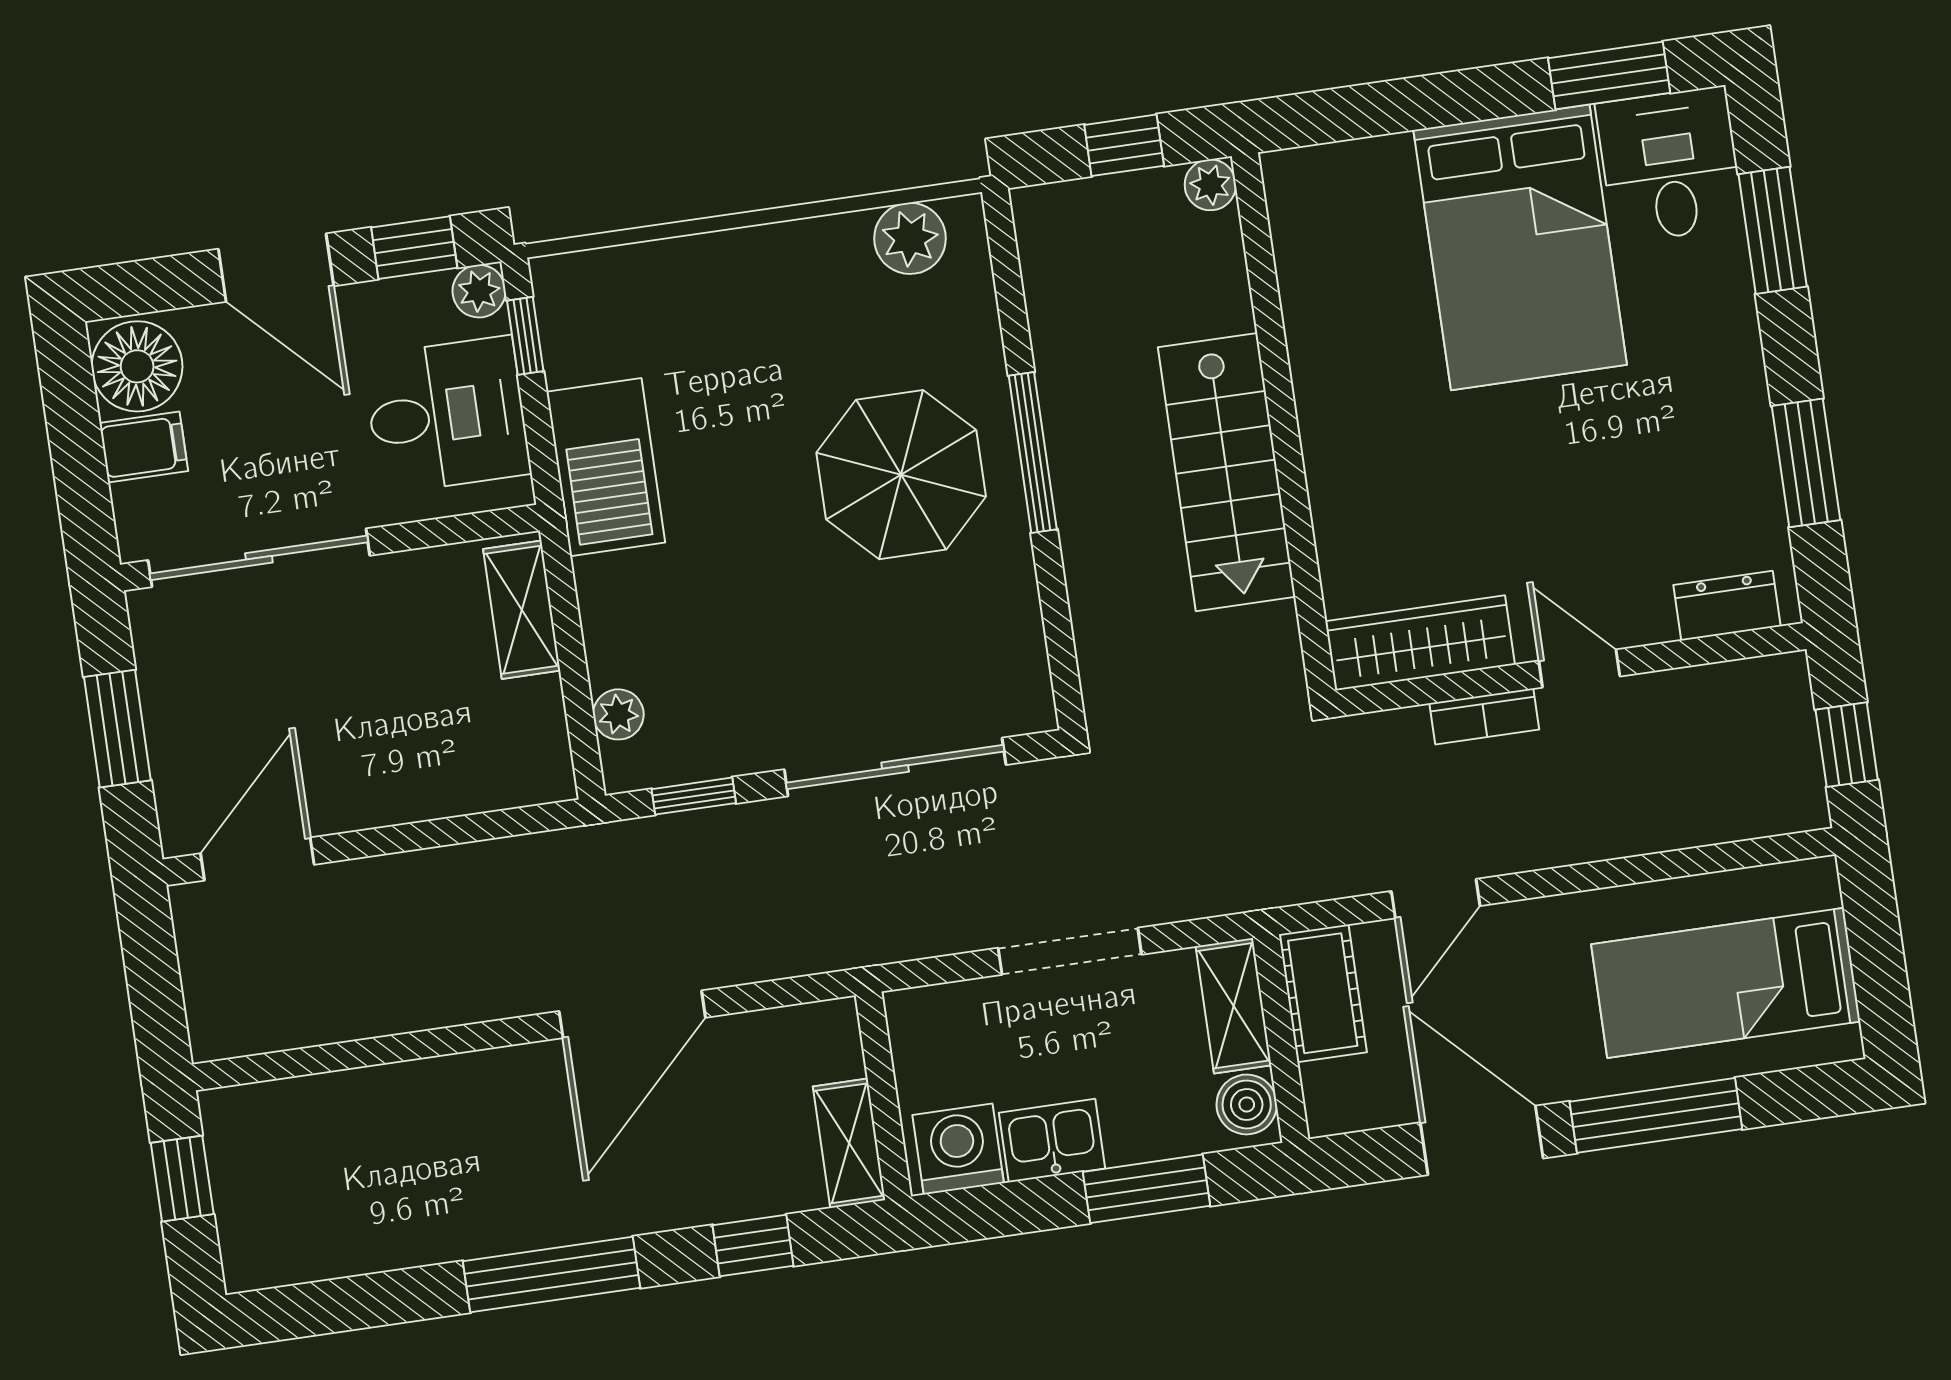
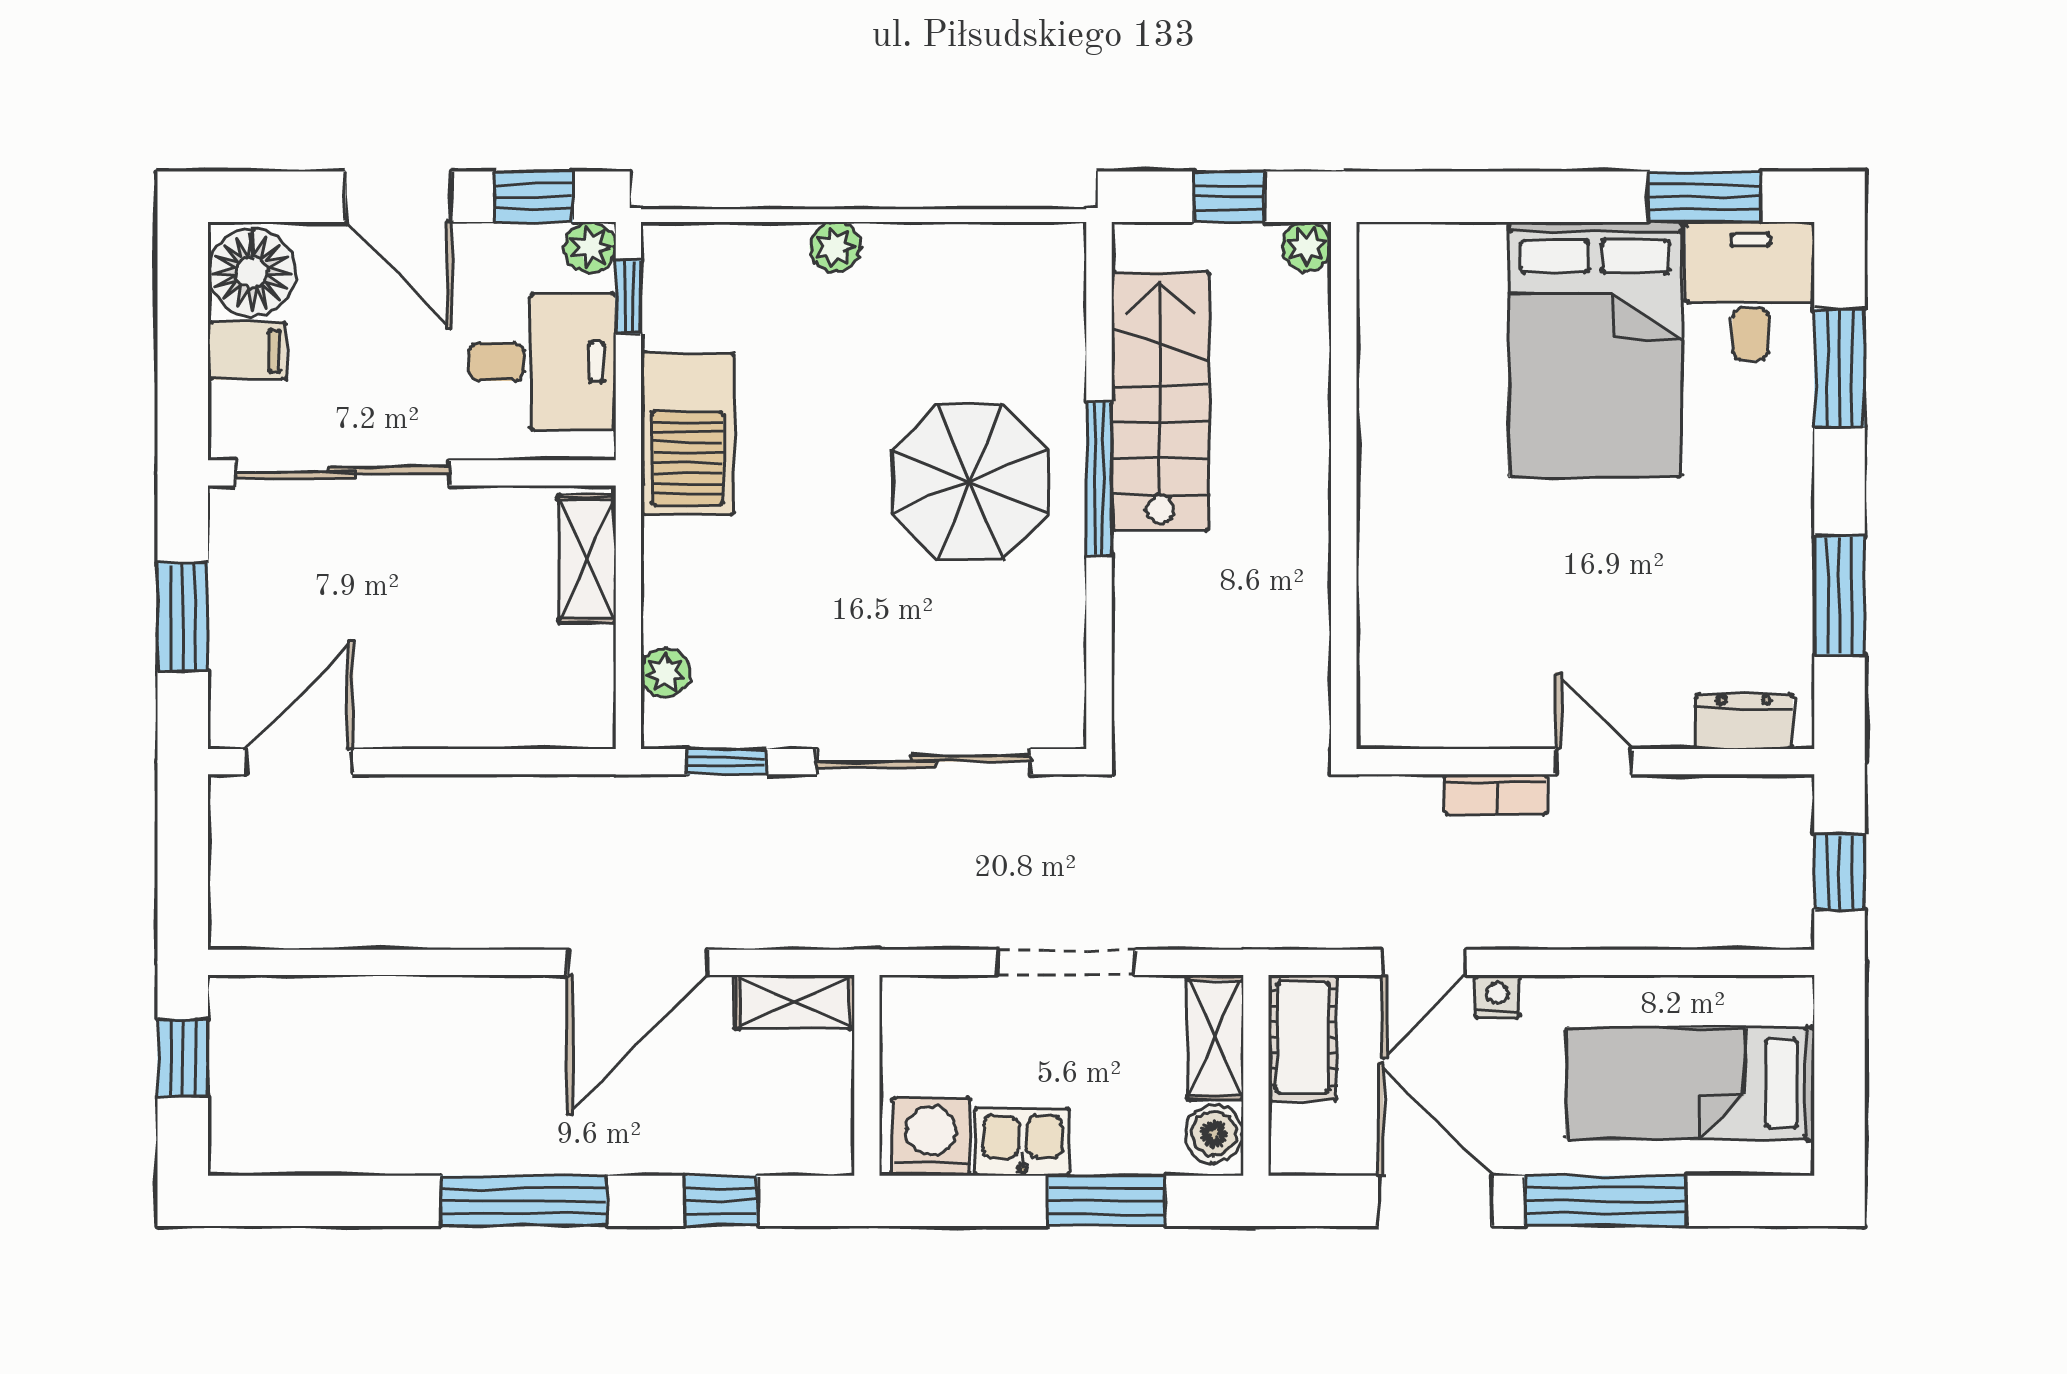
plant: (910, 238) -> (835, 247), moved, width x0.73, depth x0.73
stairs: (1227, 472) -> (1160, 401), moved, turned 180
wardrobe: (1420, 643) -> (1444, 715), removed
nightstand: (1516, 922) -> (1497, 996), added
shelving: (849, 1143) -> (795, 1002), moved, turned 90

